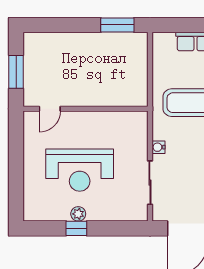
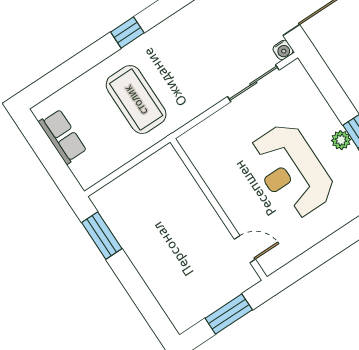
water cooler: (158, 147) -> (283, 50), moved
reception desk: (80, 170) -> (291, 171), turned 180

